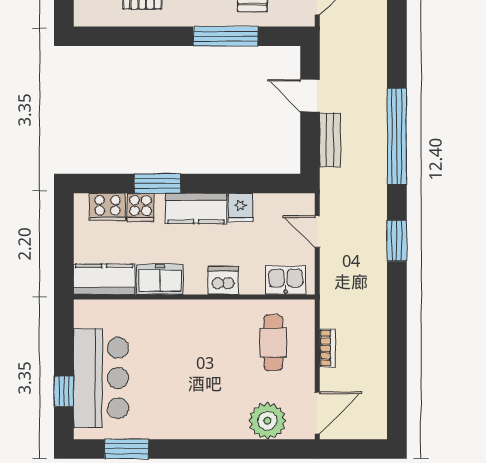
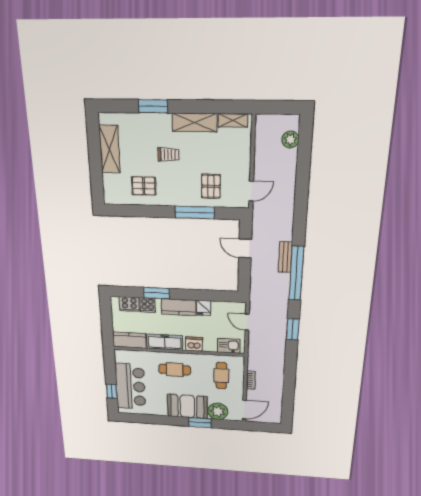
bench: (330, 140) -> (285, 257), moved
freezer: (160, 279) -> (165, 342), width x1.40
cafe table: (187, 336) -> (175, 370), added
booth: (209, 414) -> (187, 406), added
window: (127, 449) -> (200, 423), moved

